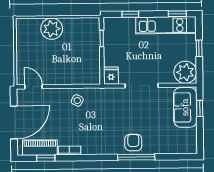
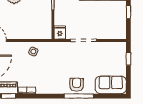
plant: (185, 72) -> (118, 30), removed
sofa: (185, 107) -> (111, 85), moved, turned 90

